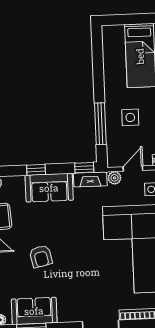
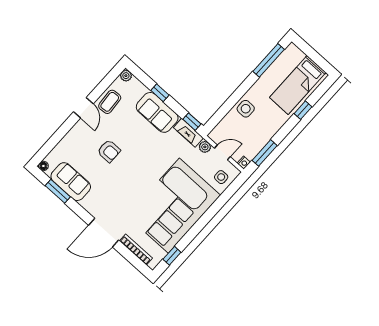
side table: (130, 117) -> (246, 109), moved
window: (100, 124) -> (269, 60), moved
armchair: (41, 256) -> (109, 151), turned -78

